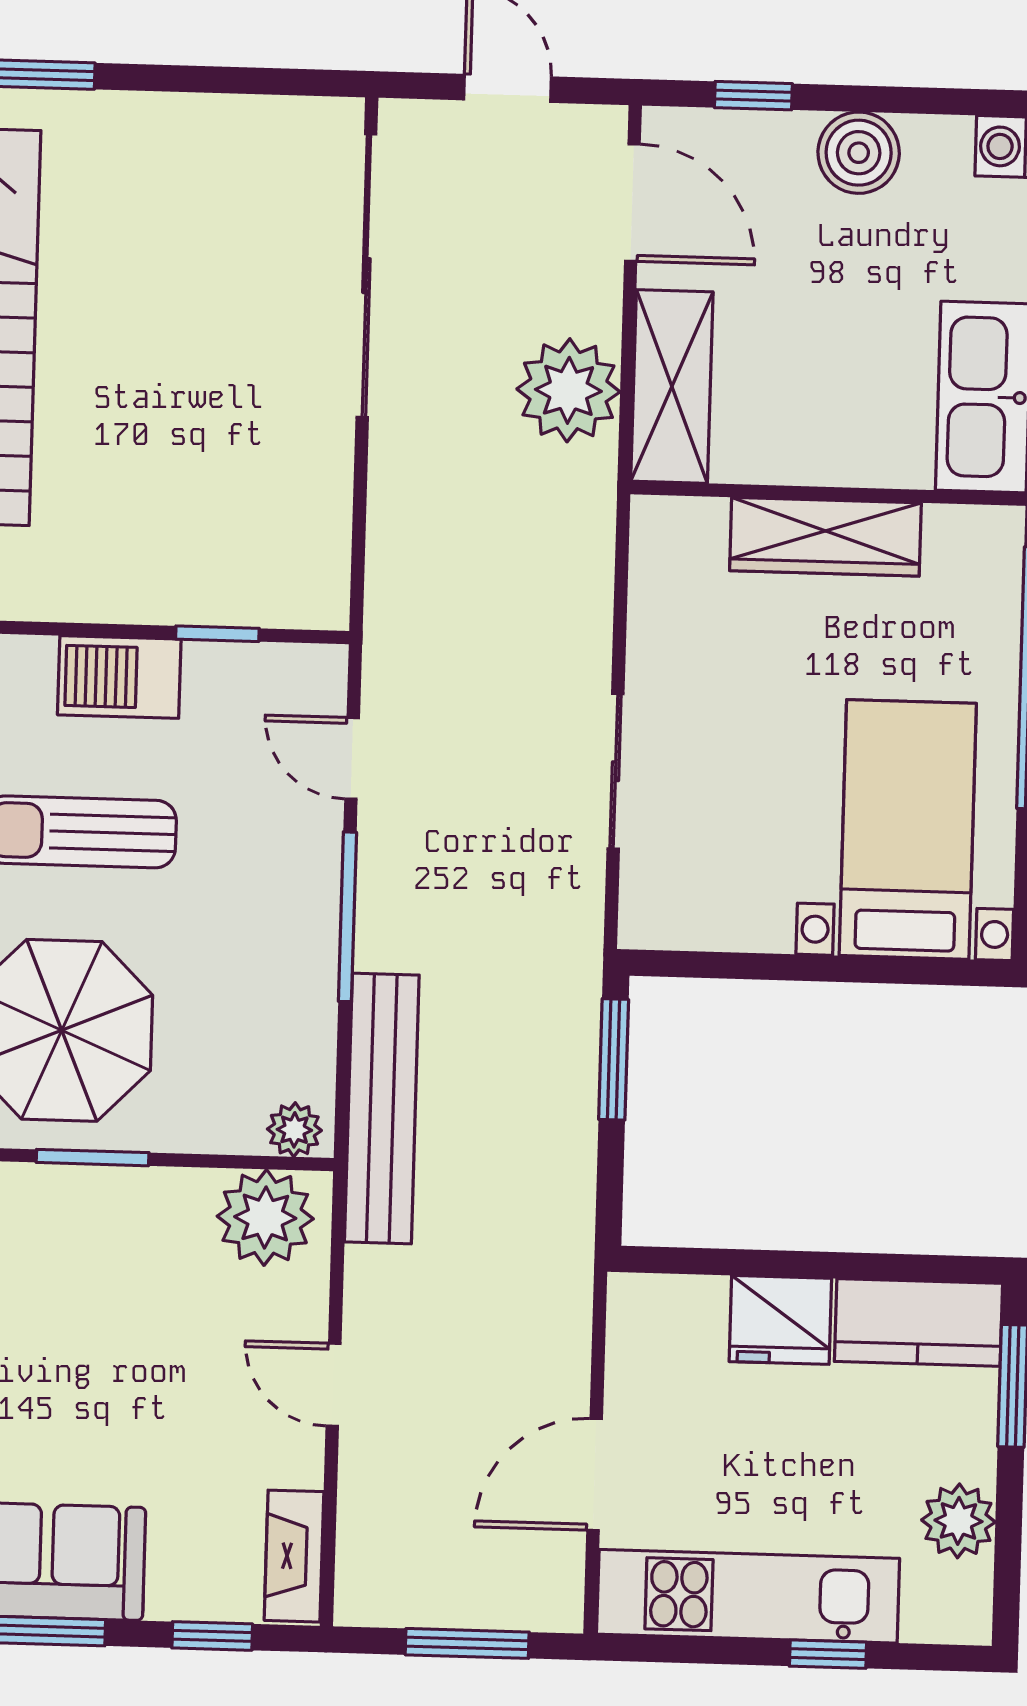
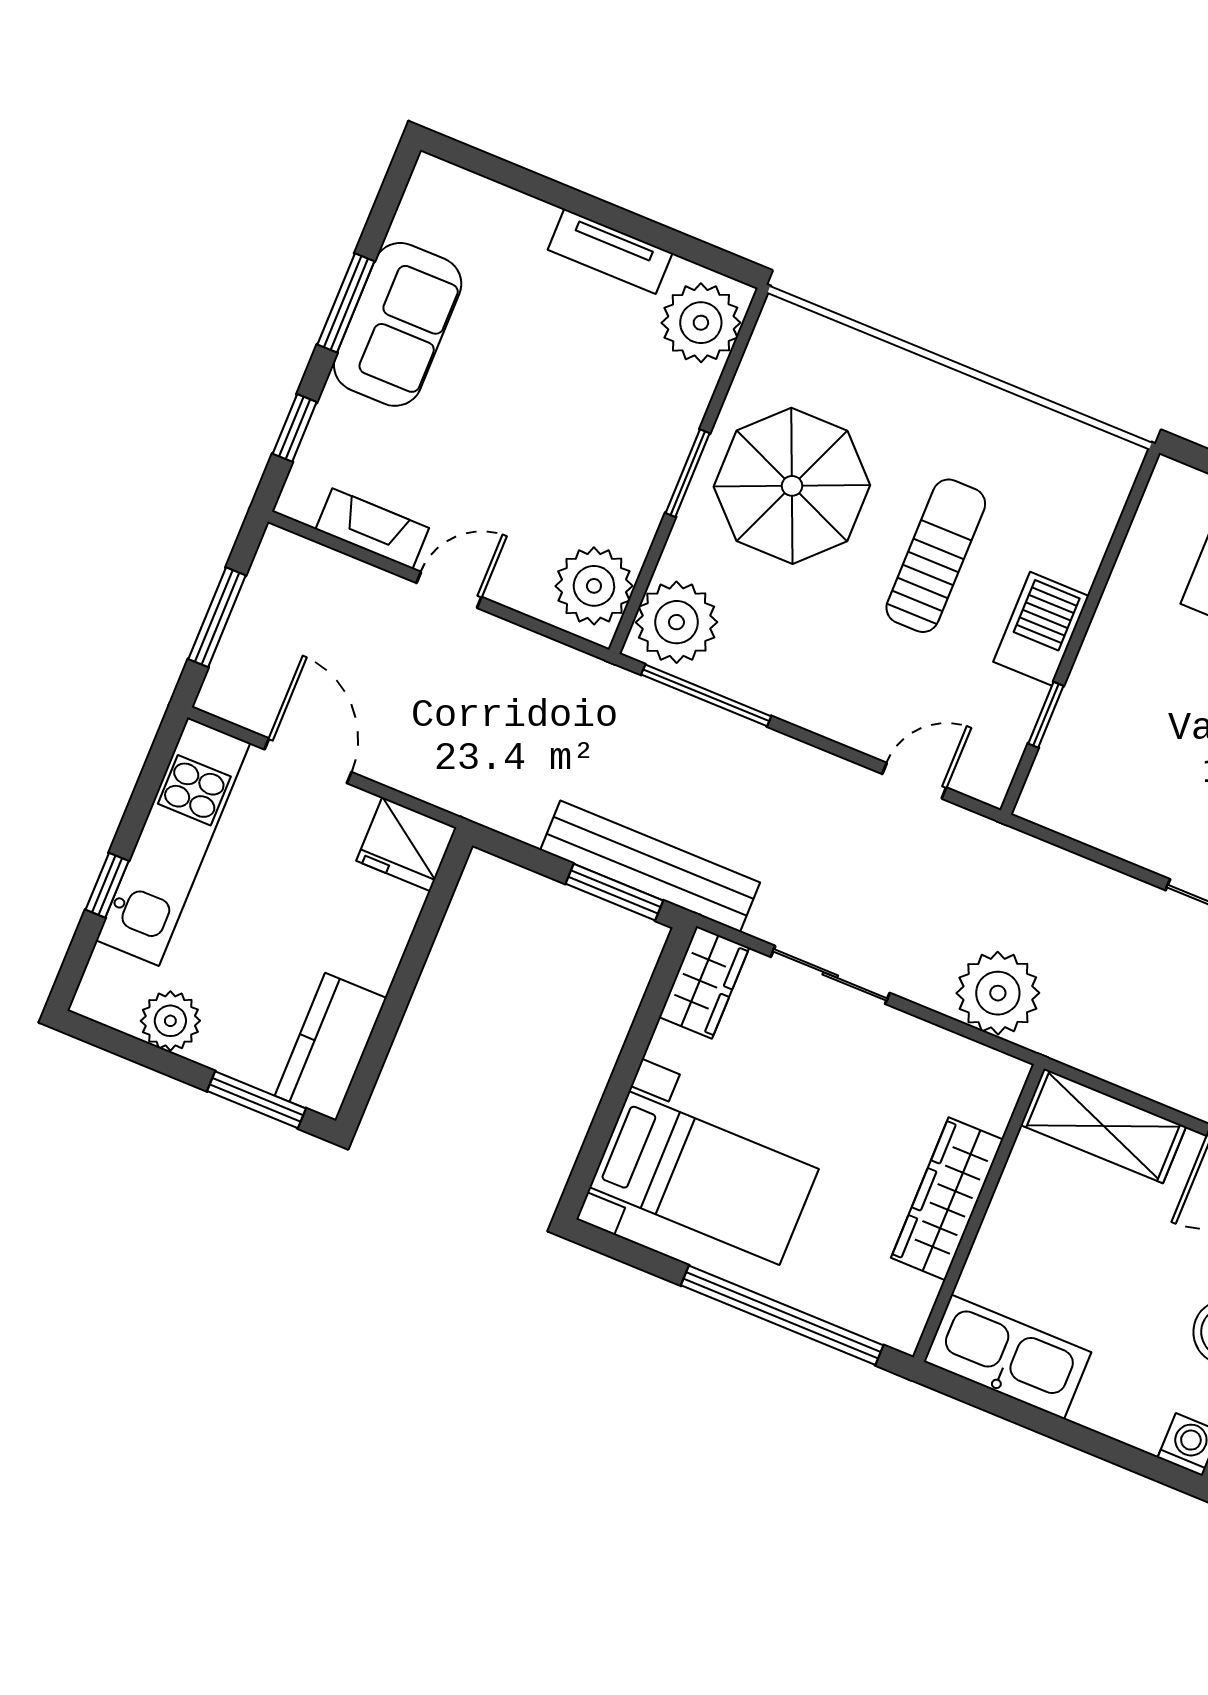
plant: (568, 390) -> (998, 993), moved
wardrobe: (679, 915) -> (704, 982), added
window: (347, 917) -> (706, 695), moved
bench: (382, 1108) -> (650, 866), moved
plant: (294, 1130) -> (676, 622), width x1.88, depth x1.88
fridge: (780, 1320) -> (406, 844), moved, turned -90
fireplace: (294, 1556) -> (372, 529), moved

